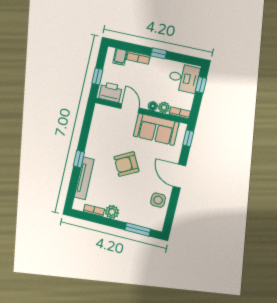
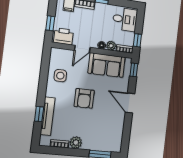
window: (201, 85) -> (137, 40), moved
door: (130, 108) -> (82, 49), swing flipped
window: (79, 159) -> (39, 114), moved
armchair: (126, 164) -> (84, 98), turned -62
side table: (158, 200) -> (60, 76), moved

